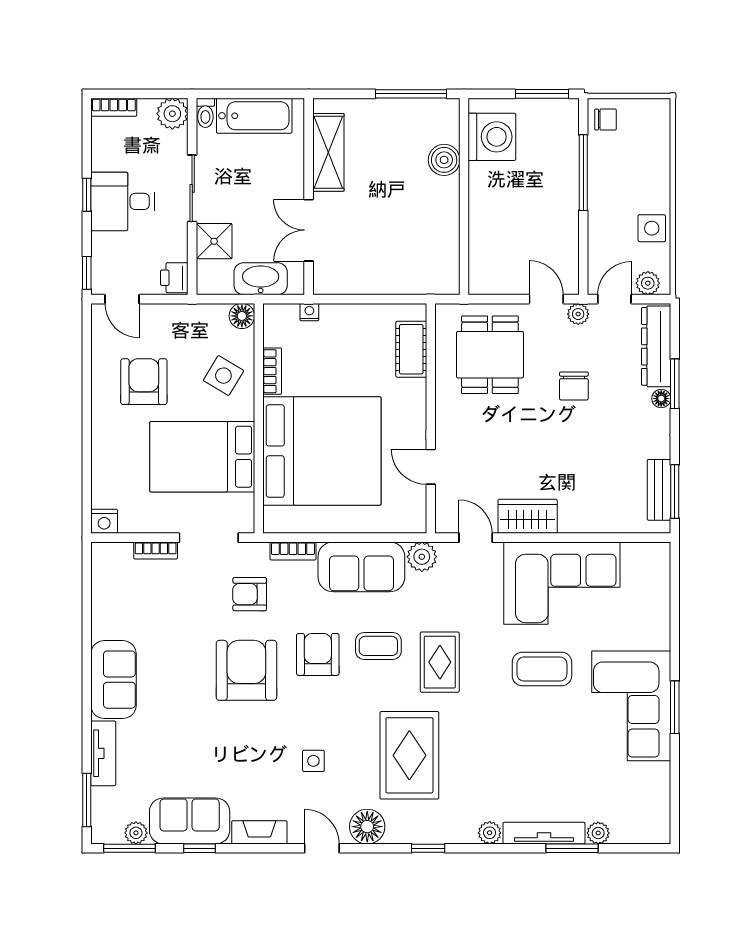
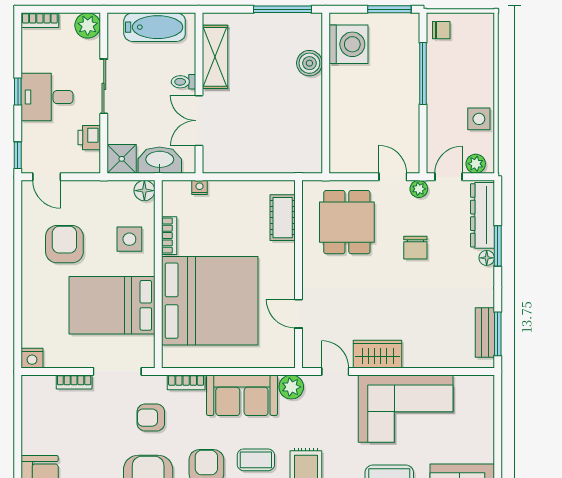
toilet: (205, 113) -> (183, 82), moved, turned 90
shower: (214, 241) -> (122, 159), moved
printer: (174, 278) -> (89, 138), moved
side table: (223, 376) -> (129, 239), turned -31

